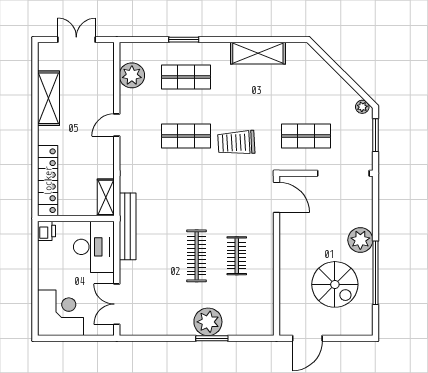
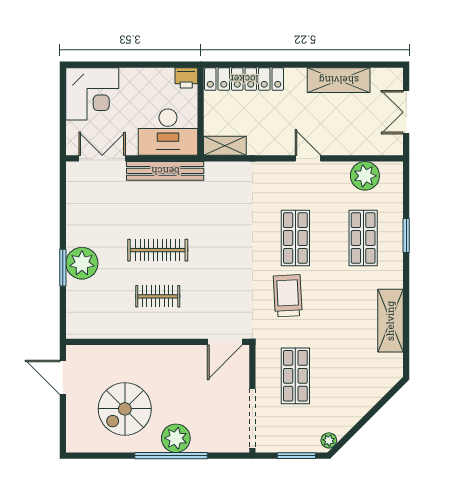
double door: (76, 40) -> (406, 112), swing flipped
bench: (128, 226) -> (165, 171), moved
window: (375, 273) -> (171, 456), moved

